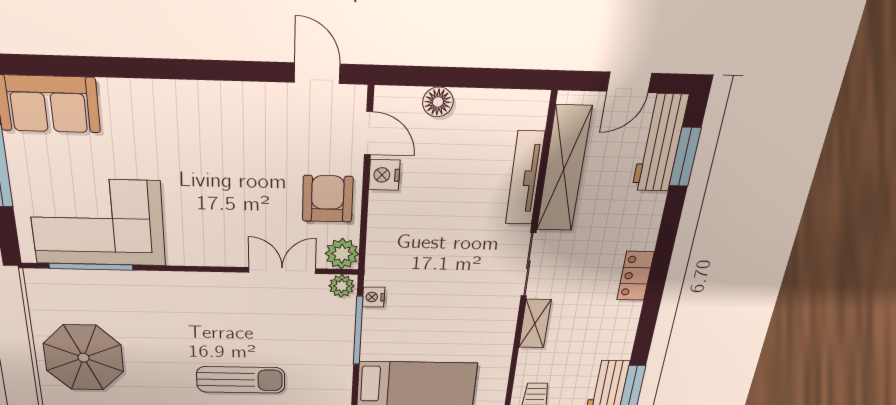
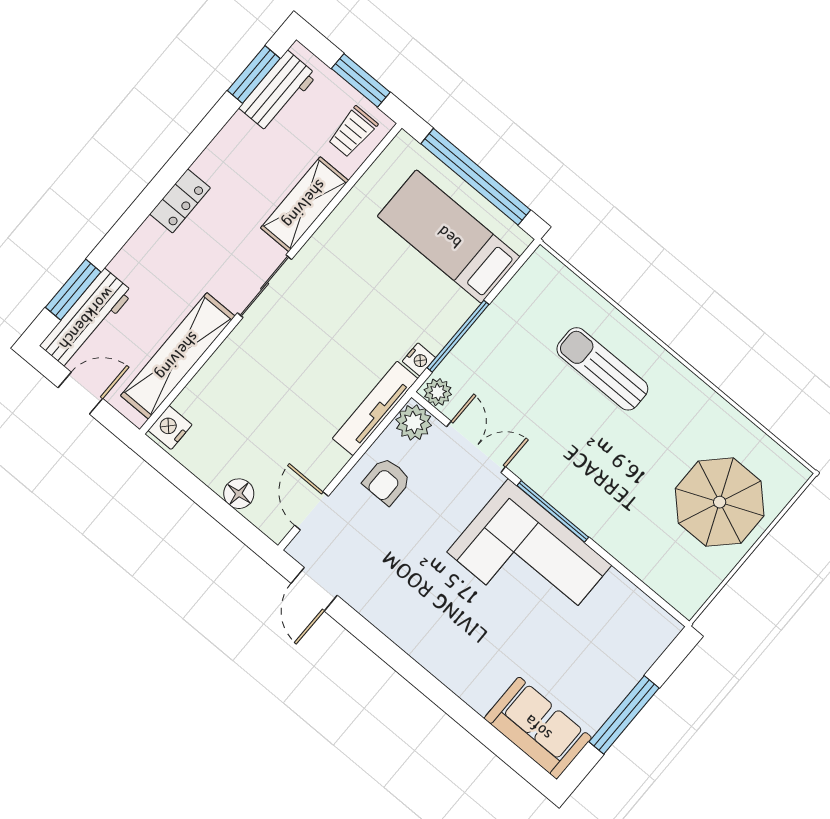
nightstand: (384, 175) -> (170, 427), moved, turned 180
tv unit: (525, 178) -> (375, 408), moved, turned 180
armchair: (328, 199) -> (387, 481), width x0.72, depth x0.72
corner sofa: (97, 223) -> (529, 559), moved
window: (91, 267) -> (553, 511), moved
double door: (282, 271) -> (476, 447), swing flipped
shelving: (535, 324) -> (305, 204), width x1.50, depth x1.33

